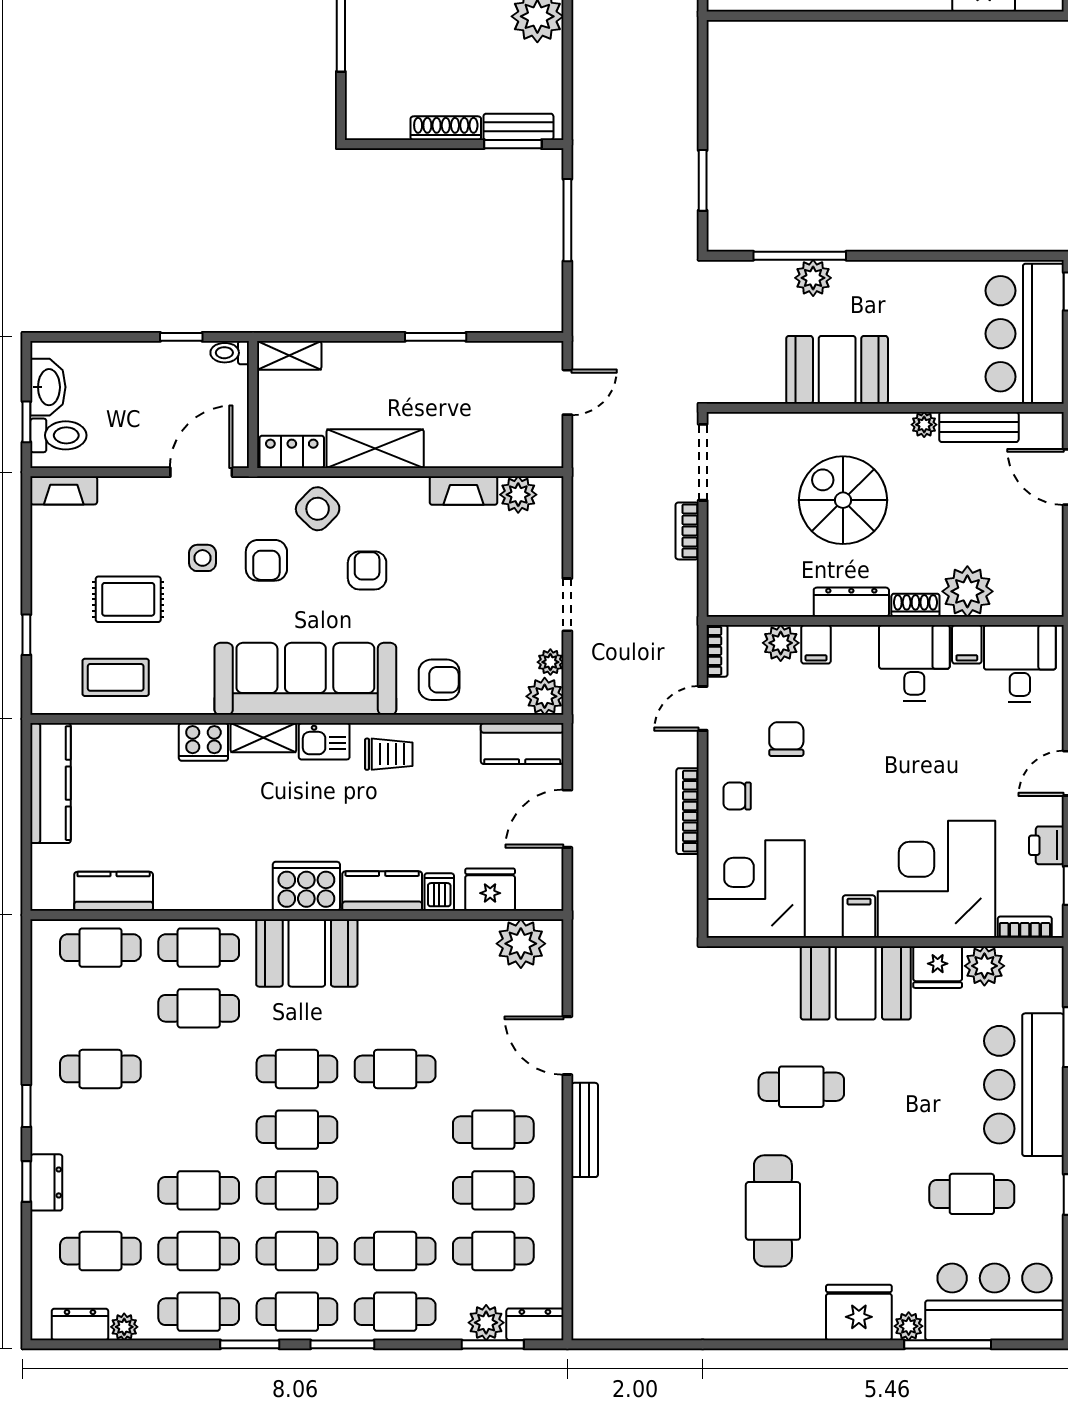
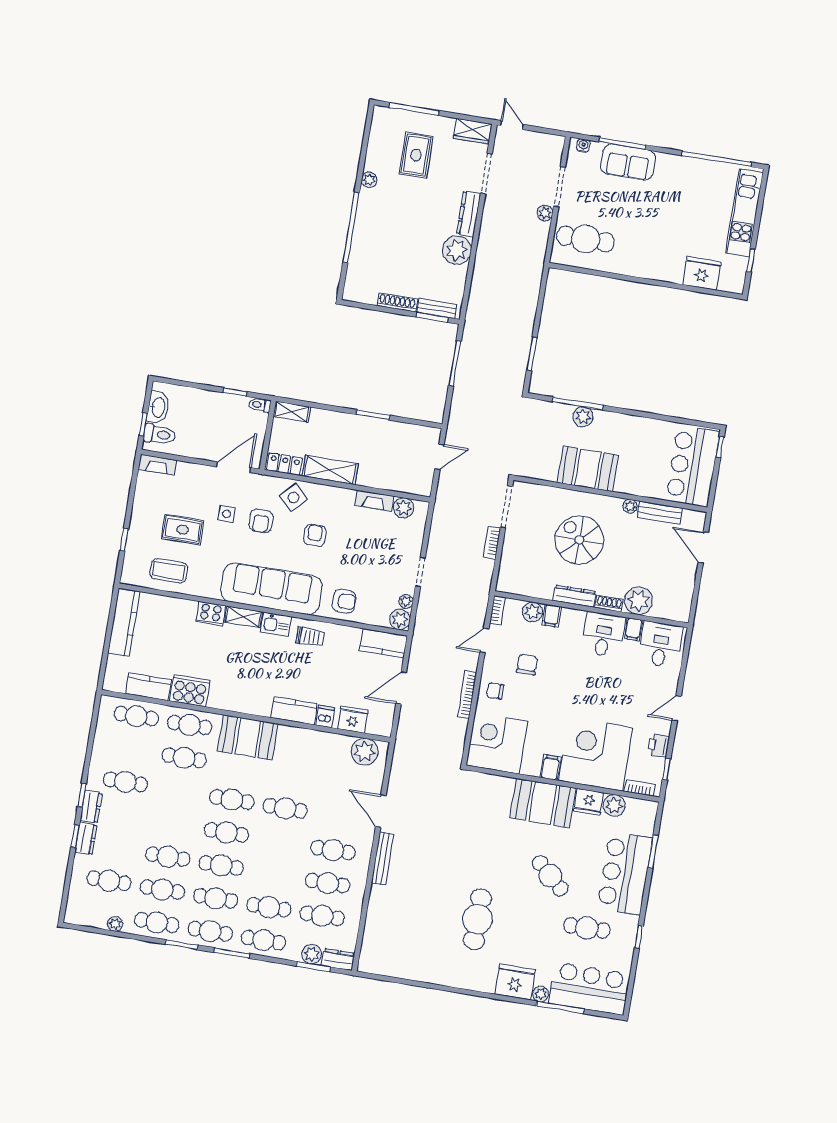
cooker: (306, 886) -> (190, 691), moved
cafe table: (801, 1087) -> (550, 876), moved, turned 42
dresser: (80, 1324) -> (91, 807), moved, turned 90

